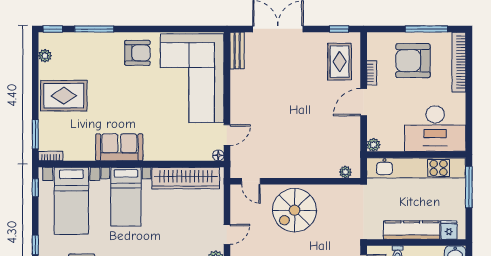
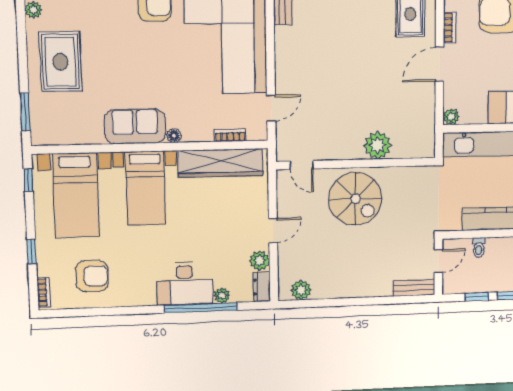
rug: (64, 96) -> (60, 62), turned 90
floor lamp: (218, 155) -> (174, 136), moved
bookcase: (51, 156) -> (230, 135), moved
plant: (345, 172) -> (378, 145), moved, width x1.87, depth x1.87
spiral stairs: (294, 210) -> (355, 199), turned -90

